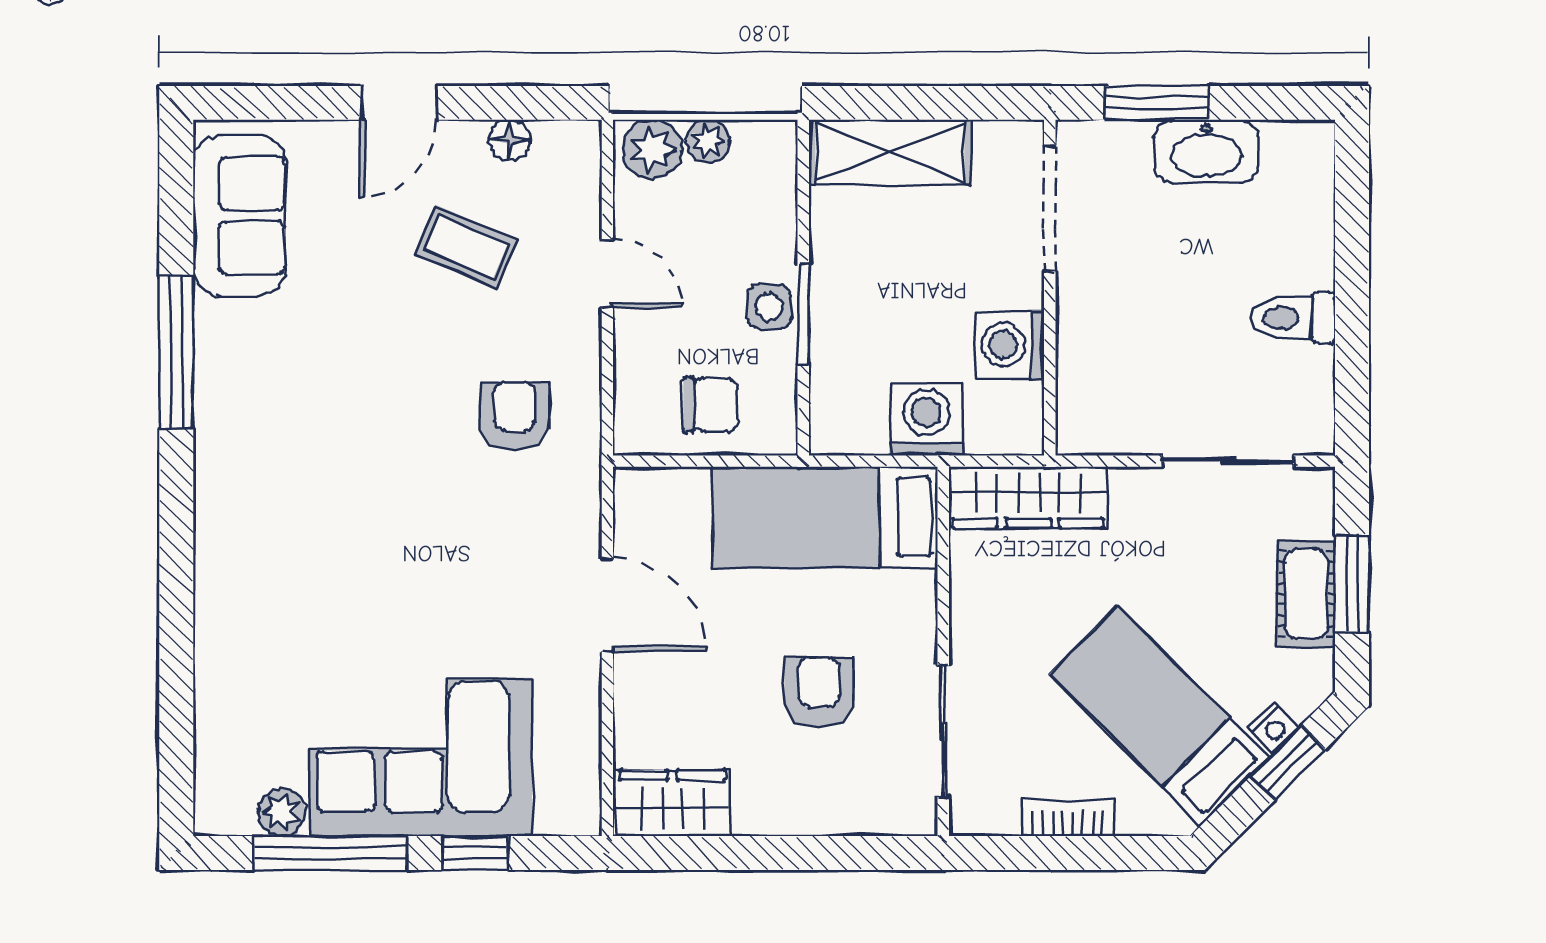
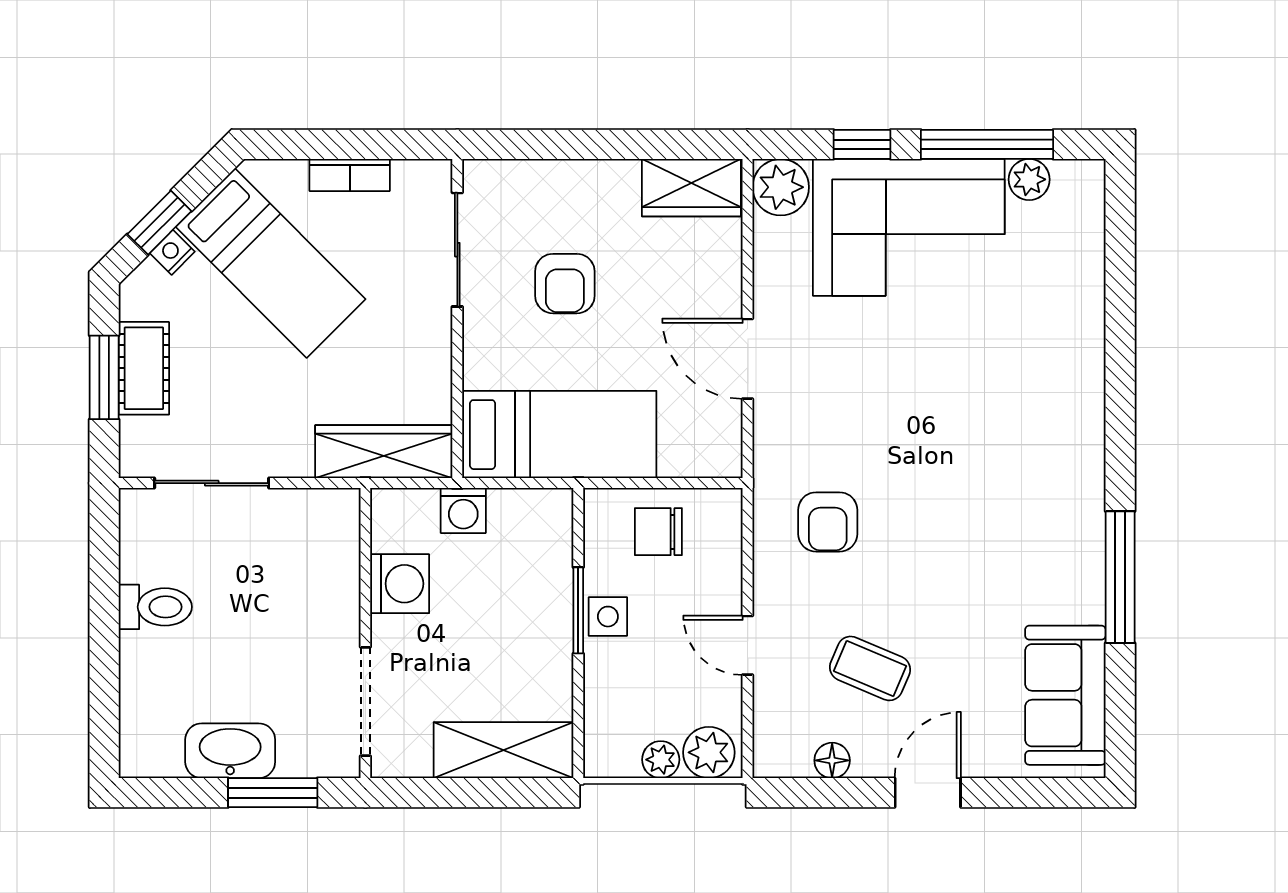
washing machine: (927, 420) -> (463, 511), width x0.73, depth x0.73
plant: (569, 804) -> (781, 187), added

